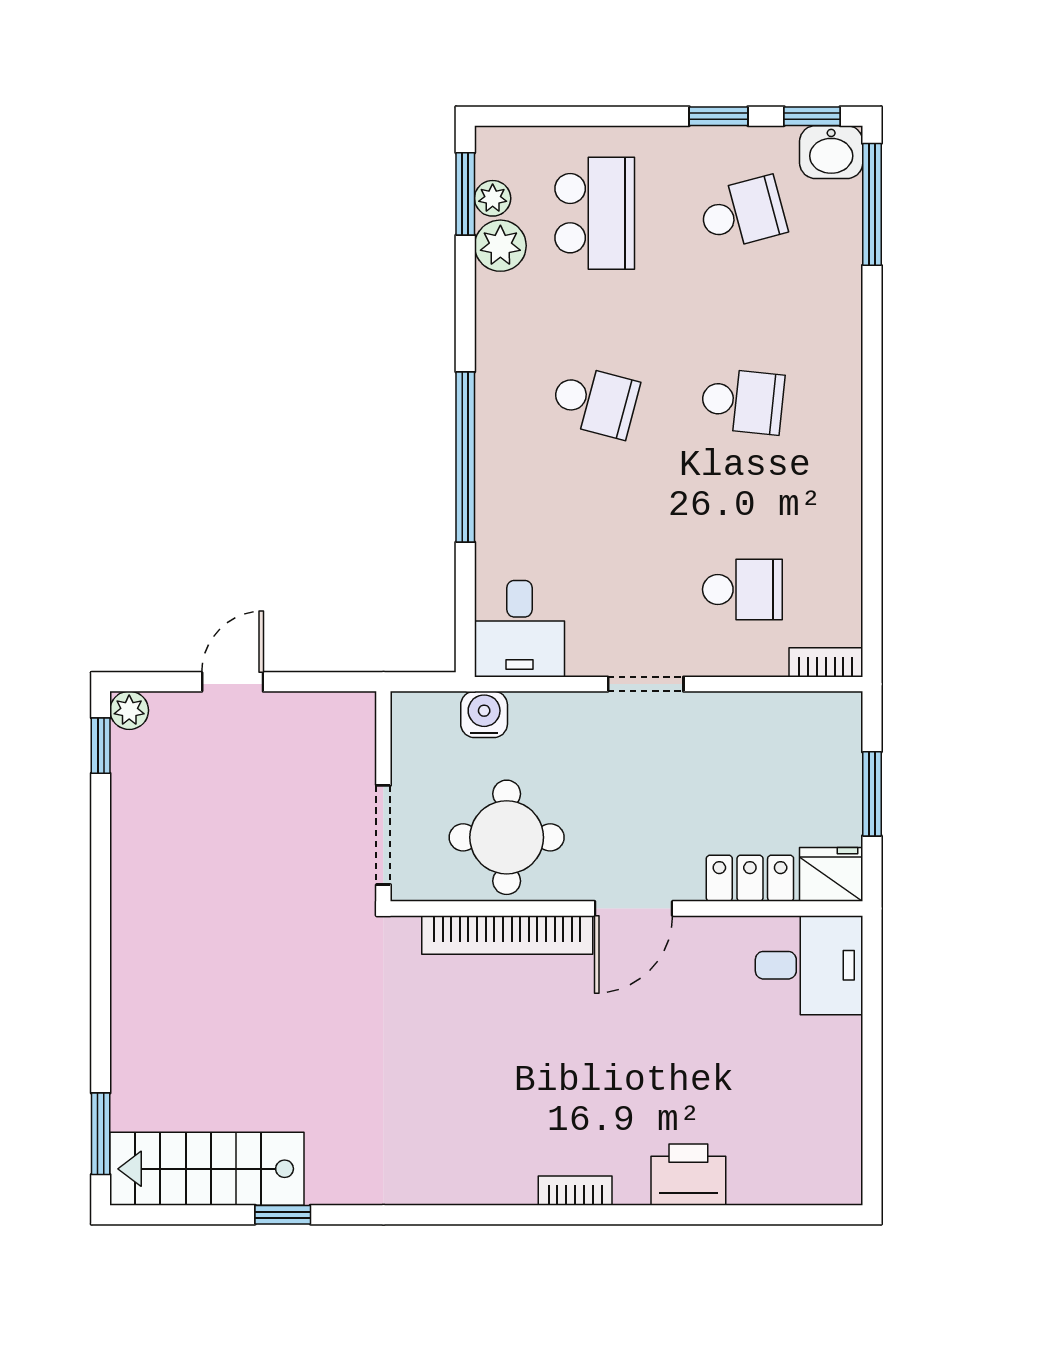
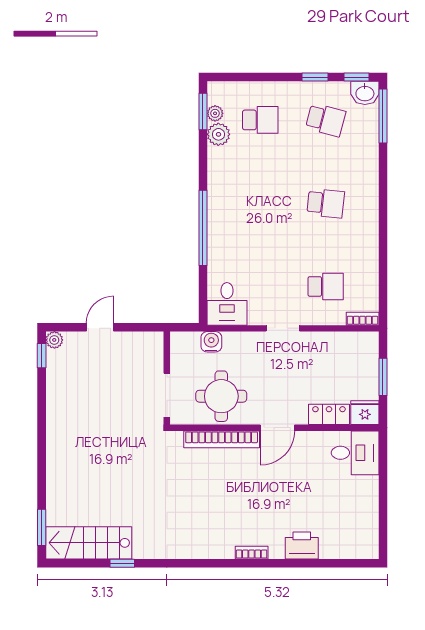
school desk: (595, 213) -> (260, 120), width x0.54
school desk: (742, 213) -> (326, 120), turned 30
school desk: (595, 401) -> (260, 203), removed

